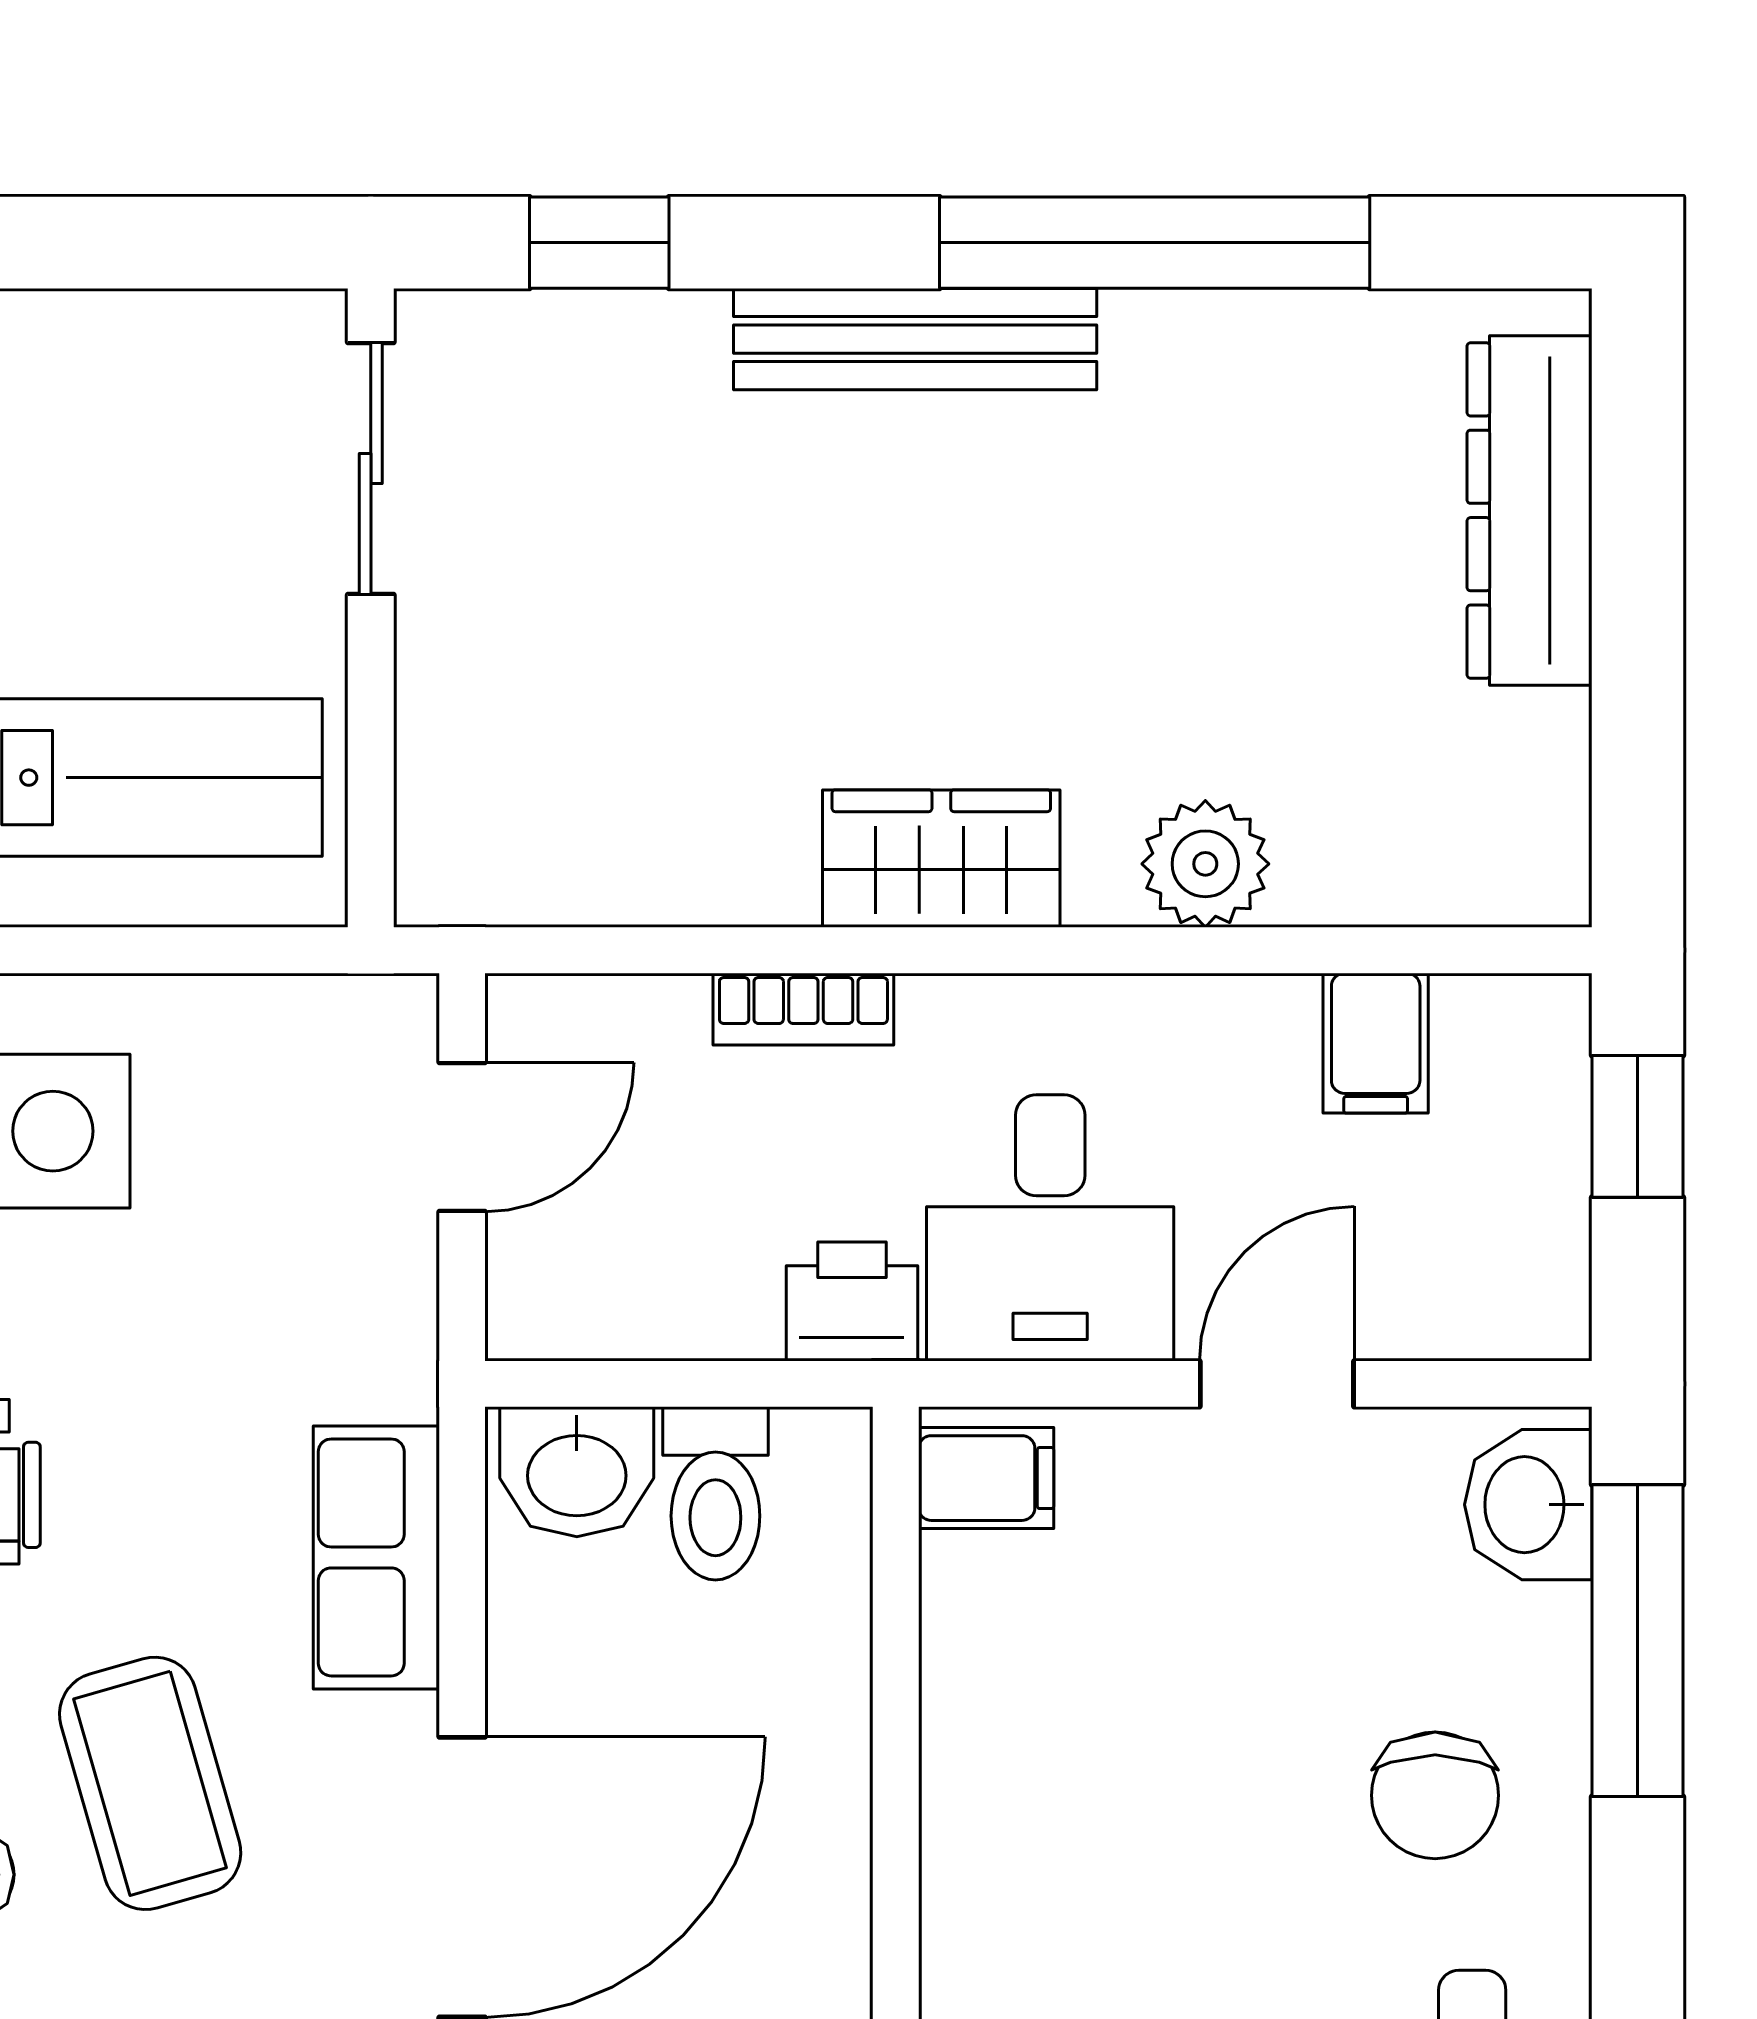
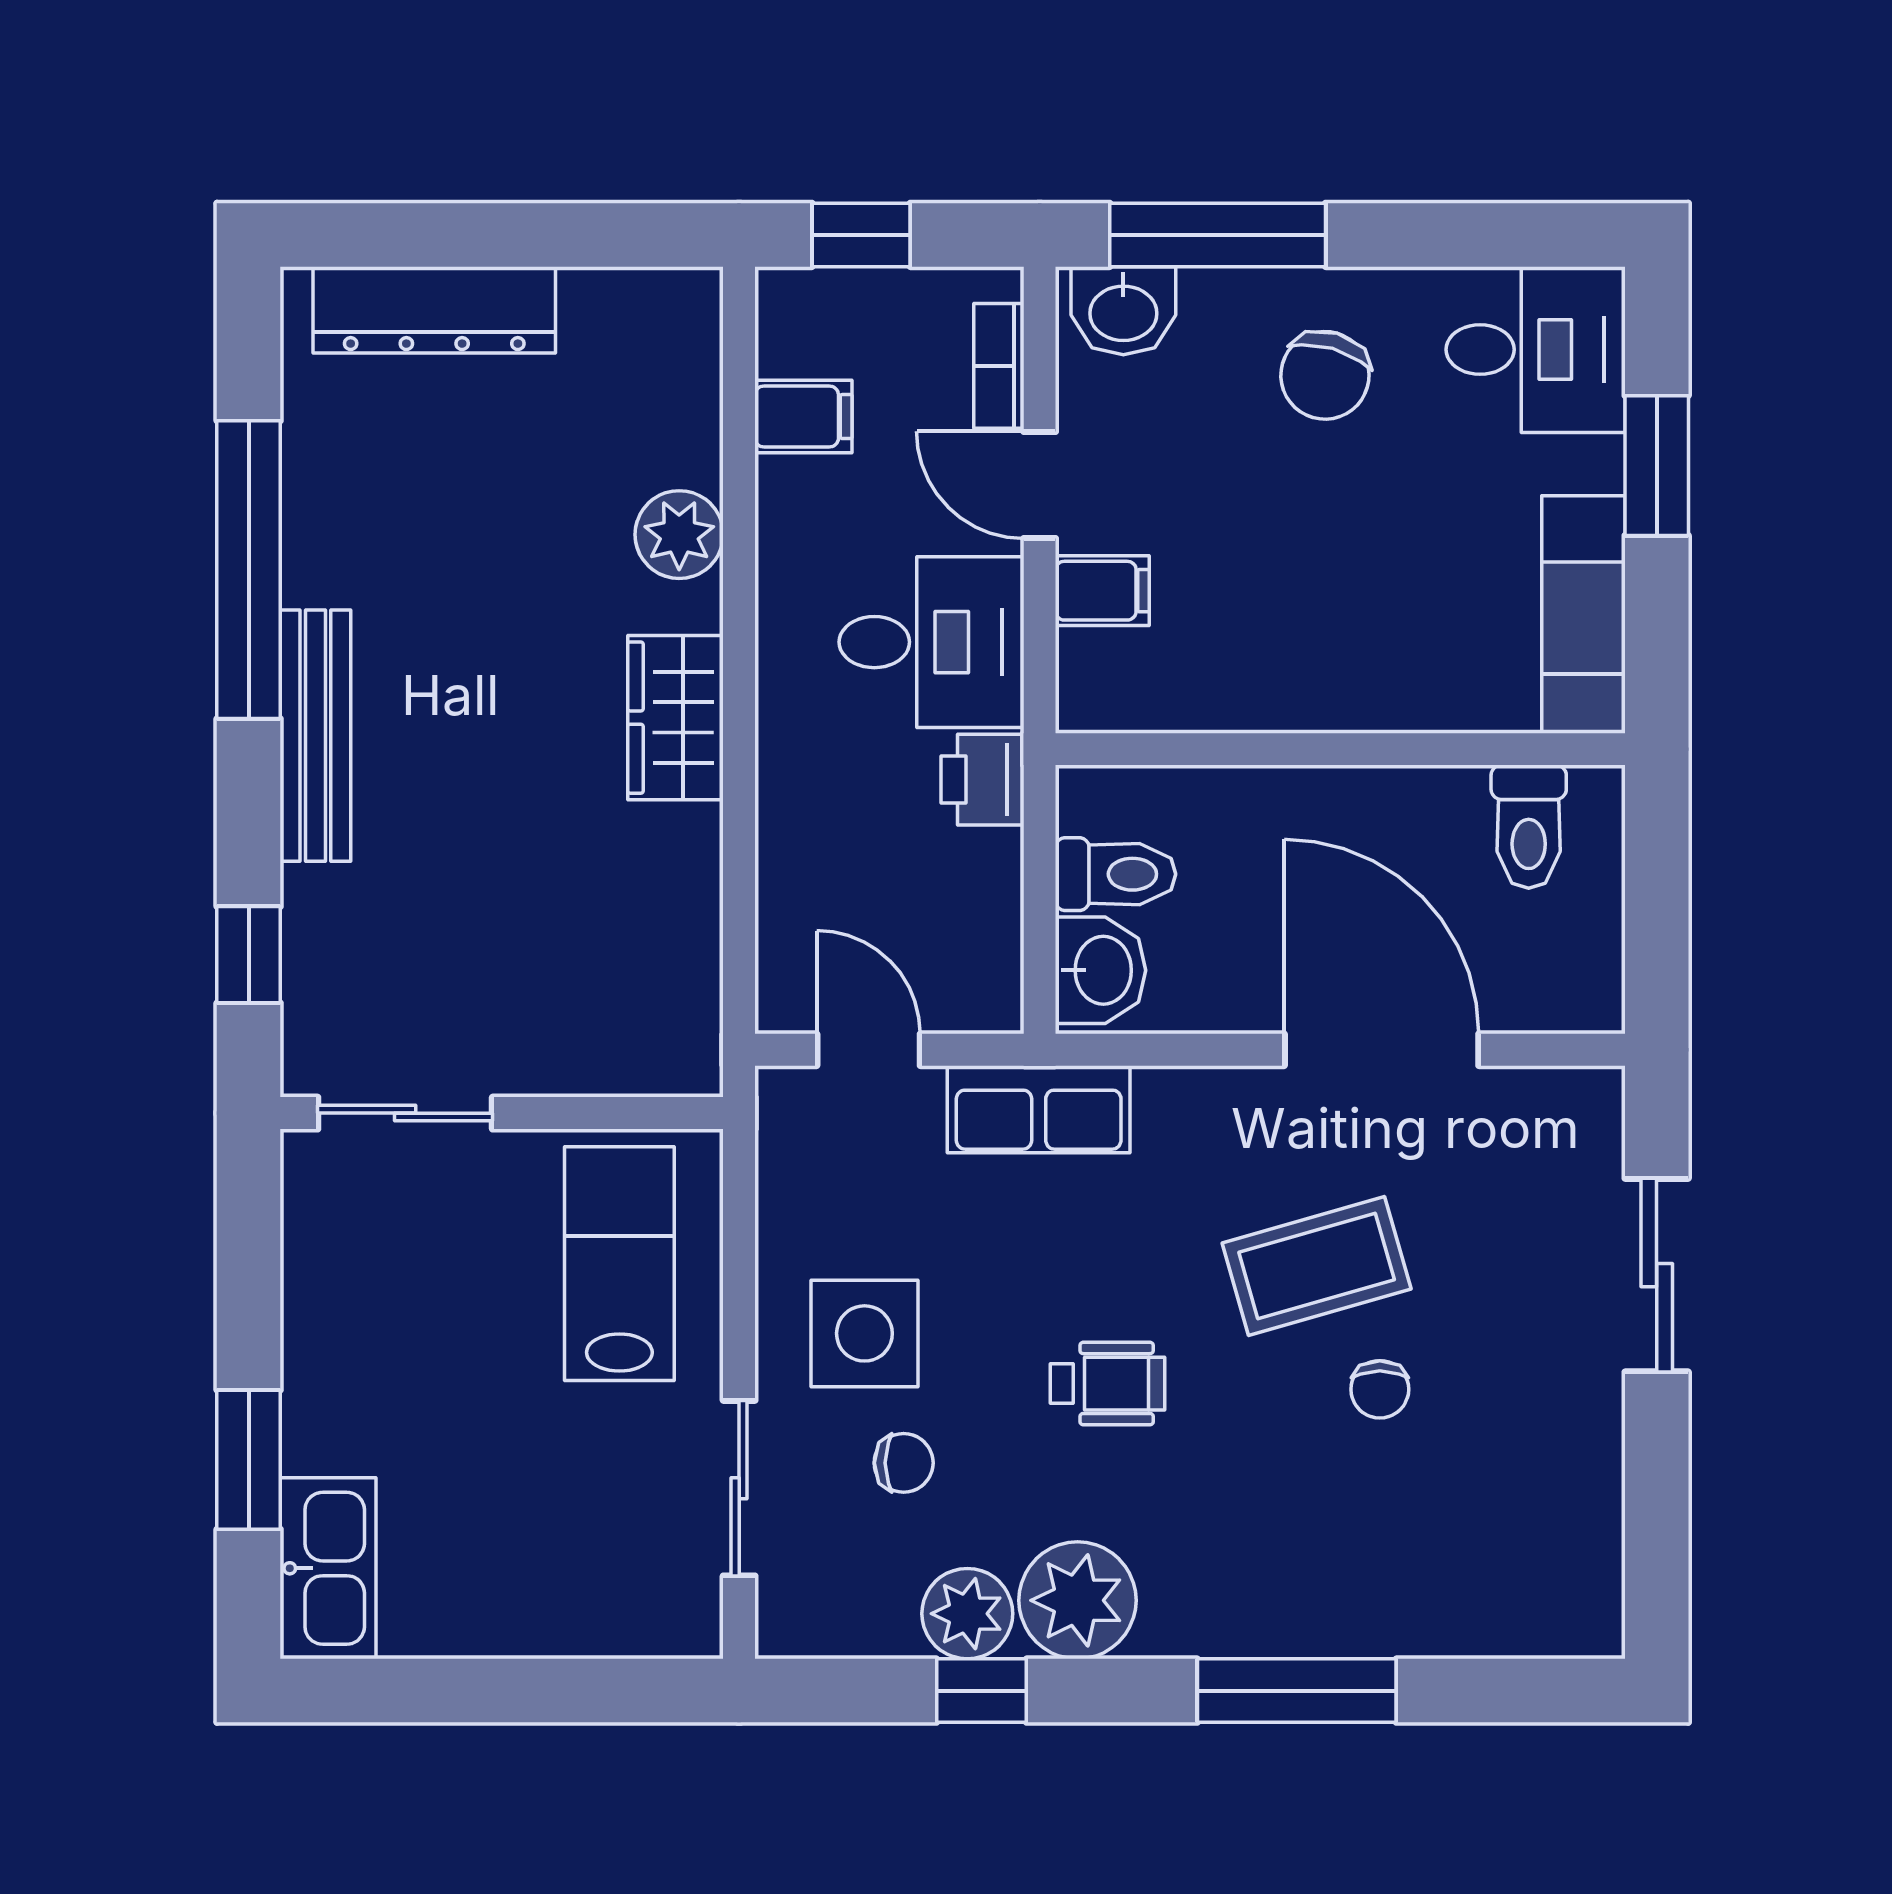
bookcase: (803, 1009) -> (999, 366), moved, turned 180
filing cabinet: (986, 1478) -> (1102, 591), moved, turned 90
row of seats: (376, 1557) -> (1039, 1109), moved
chair: (1435, 1795) -> (1325, 375), turned 106

